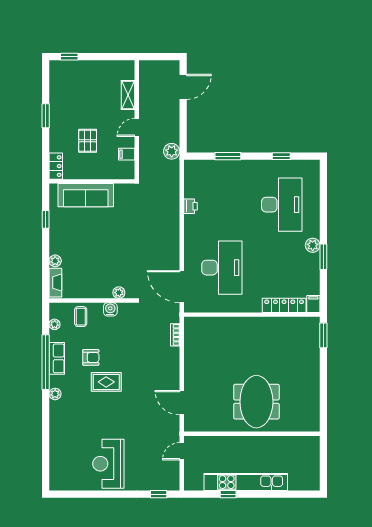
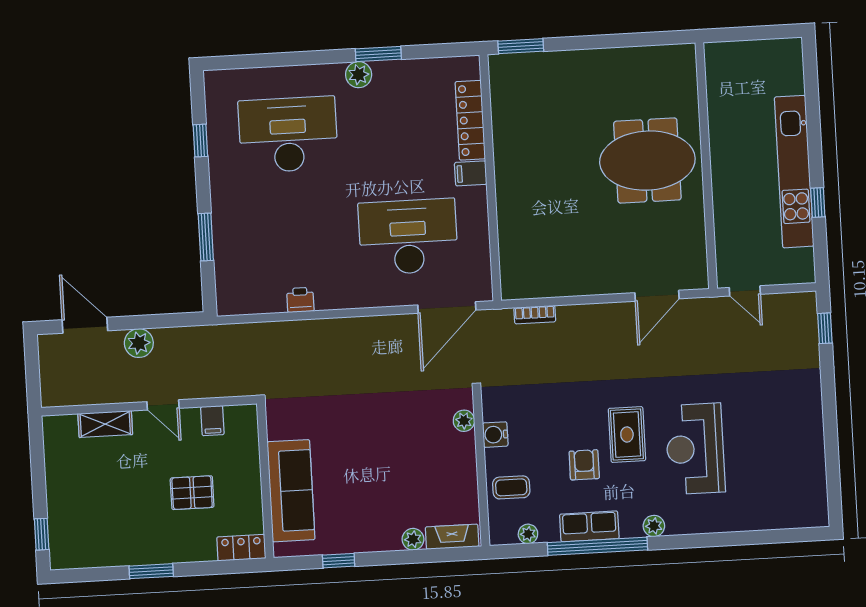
plant: (172, 151) -> (139, 343), moved
filing cabinet: (313, 304) -> (471, 173), moved
reception desk: (108, 464) -> (695, 449), moved, turned 90

